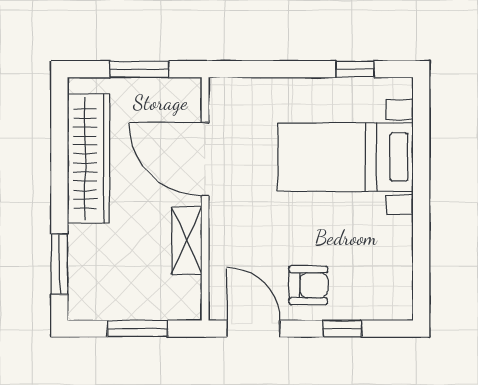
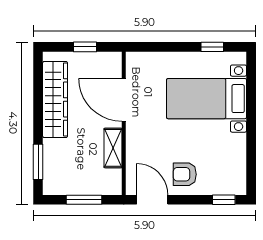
window: (139, 69) -> (85, 47), width x0.67
armchair: (308, 285) -> (185, 174), turned 180
window: (342, 329) -> (224, 200), moved

